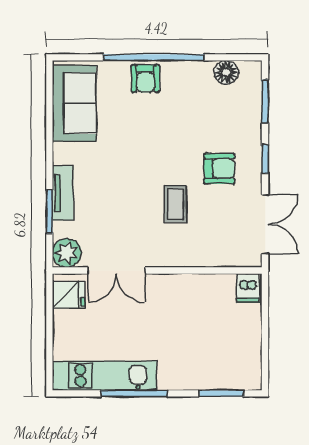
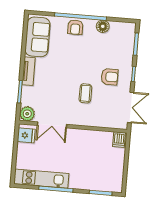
floor lamp: (226, 72) -> (103, 26), moved
tv unit: (63, 193) -> (29, 71), moved

